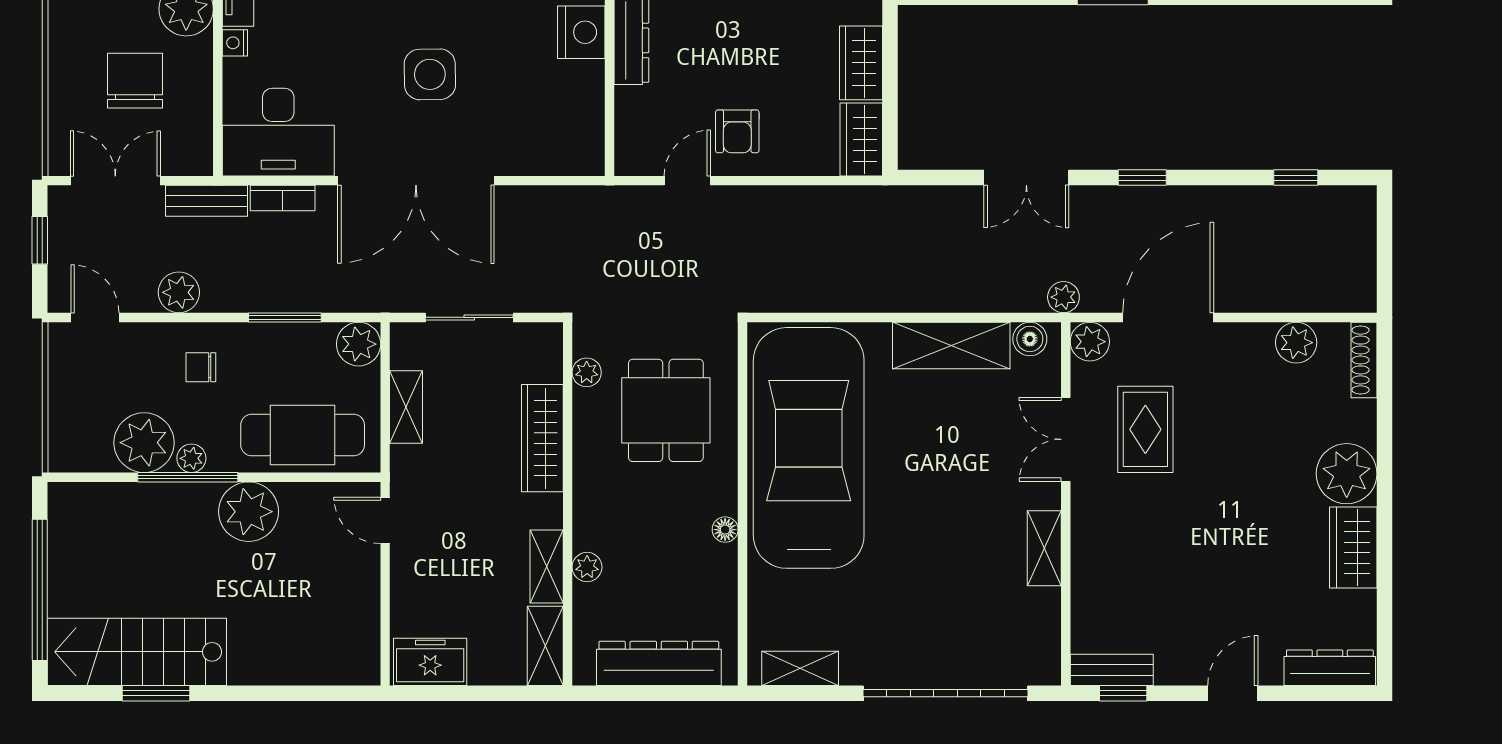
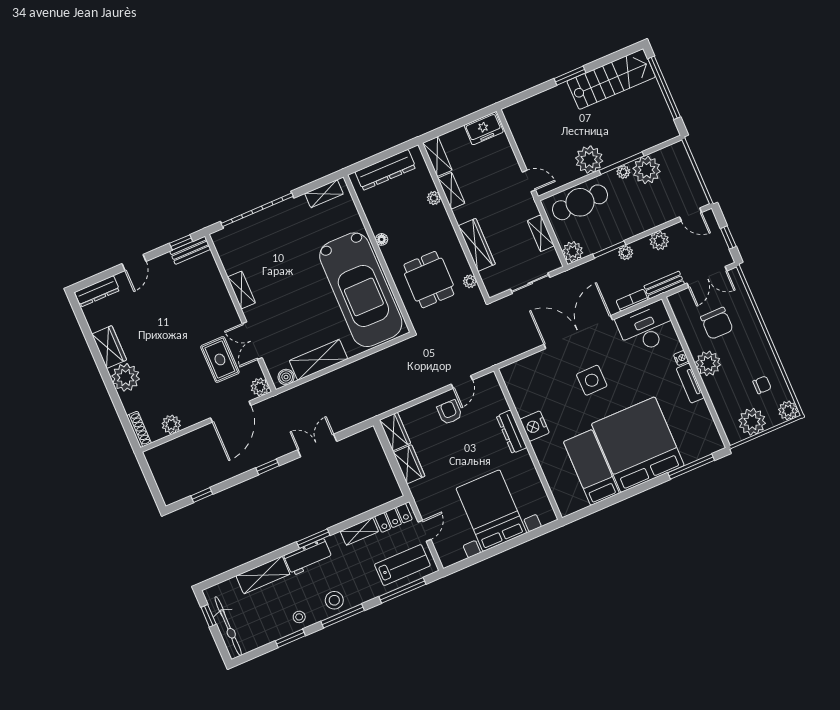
plant: (1063, 297) -> (626, 253), moved
chair: (201, 367) -> (636, 213), removed
double door: (1066, 439) -> (252, 341), swing flipped
window: (156, 693) -> (570, 76), moved

